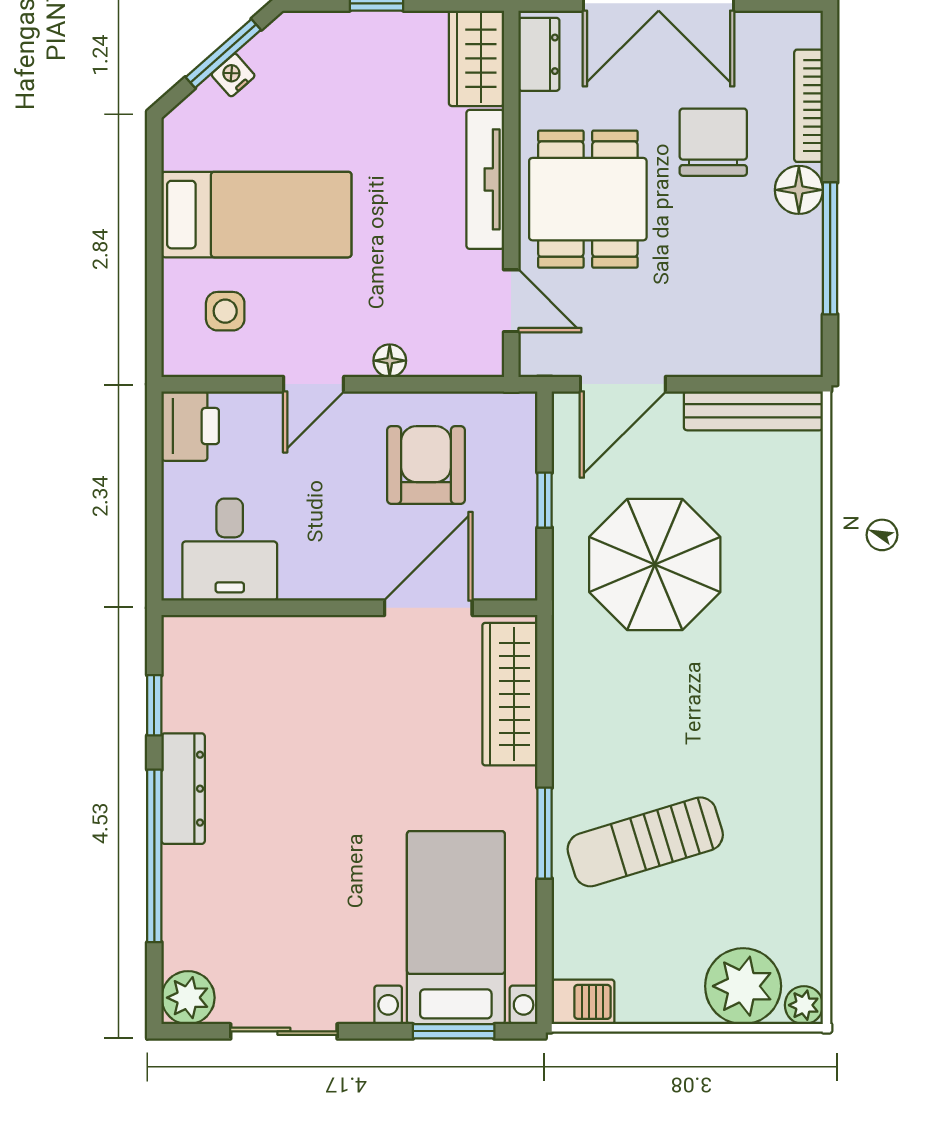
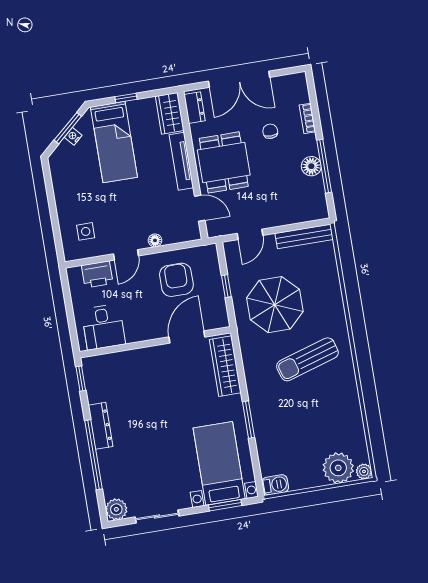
bookcase: (809, 106) -> (307, 118), width x0.64
chair: (713, 142) -> (270, 131), width x0.54, depth x0.54
floor lamp: (799, 190) -> (311, 166), moved
bed: (256, 215) -> (114, 142), moved, turned 90
door: (623, 384) -> (250, 234), width x0.73
printer: (190, 426) -> (97, 274), moved, turned 90
window: (154, 705) -> (81, 379), moved
sun lounger: (645, 842) -> (307, 359), moved

